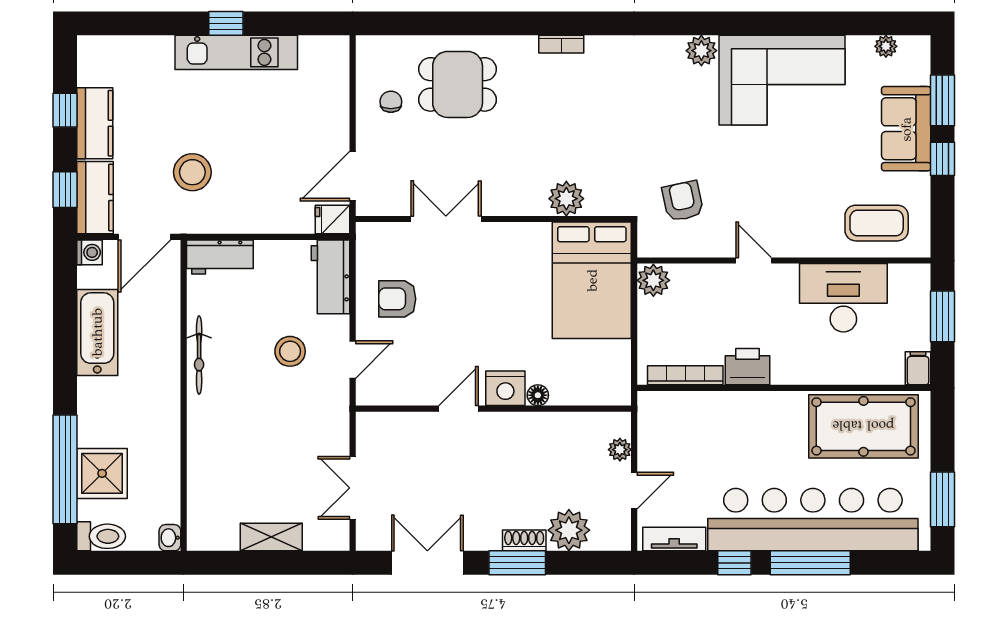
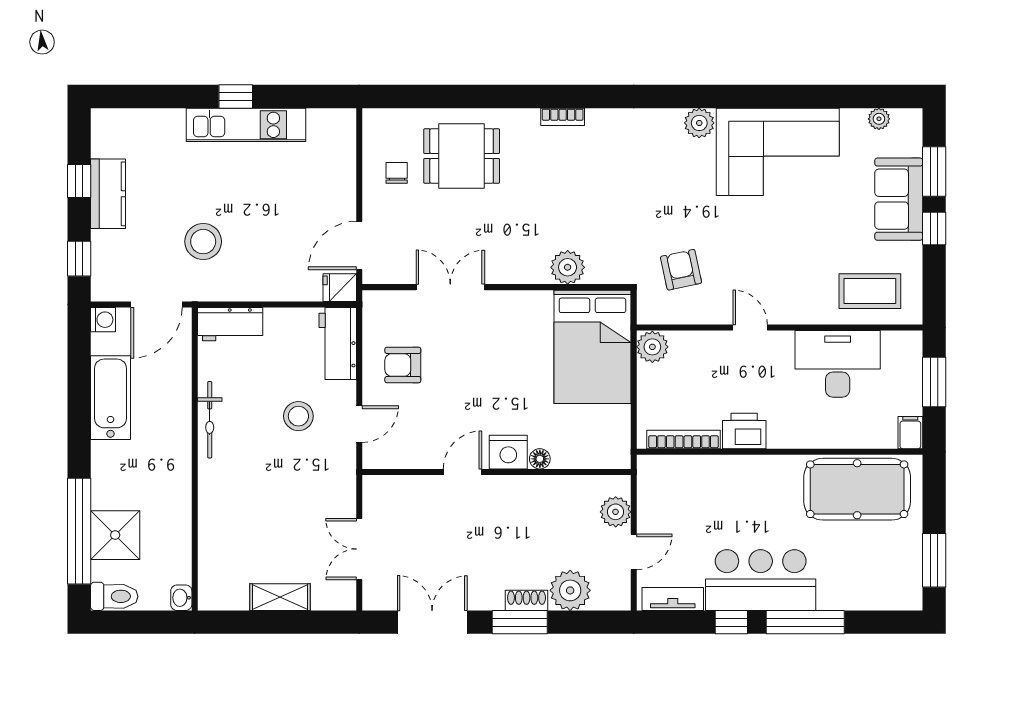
kitchen counter: (95, 198) -> (108, 266), removed
plant: (620, 450) -> (616, 512), width x1.38, depth x1.38
bar counter: (813, 520) -> (761, 580), width x0.54

